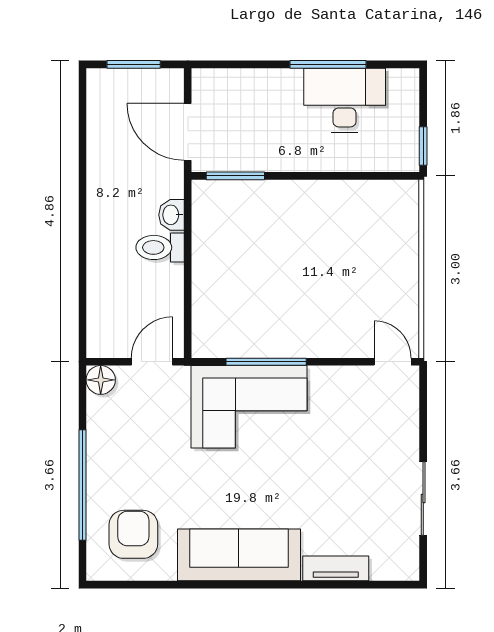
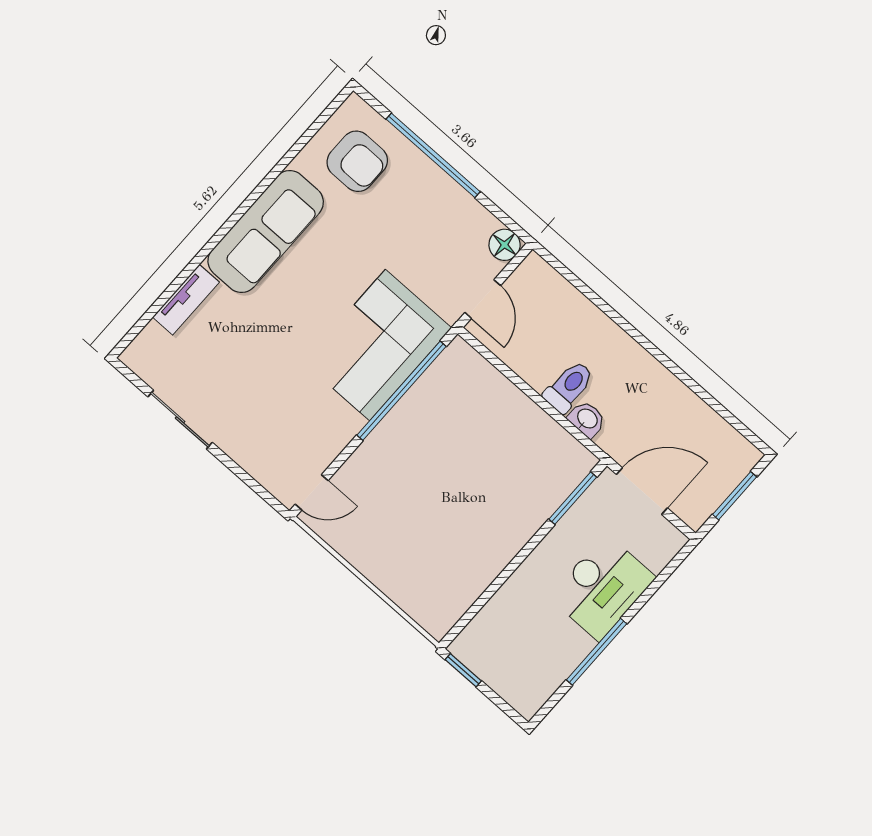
desk: (345, 100) -> (602, 587), moved
window: (266, 362) -> (401, 391), width x1.46

